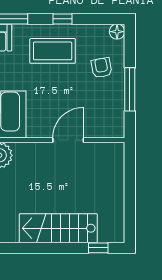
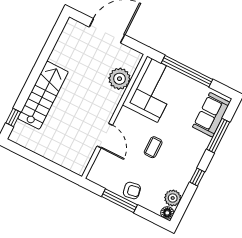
plant: (98, 34) -> (173, 198), added
coffee table: (53, 51) -> (153, 147), moved, width x0.54, depth x0.58
armchair: (102, 68) -> (132, 190), moved

